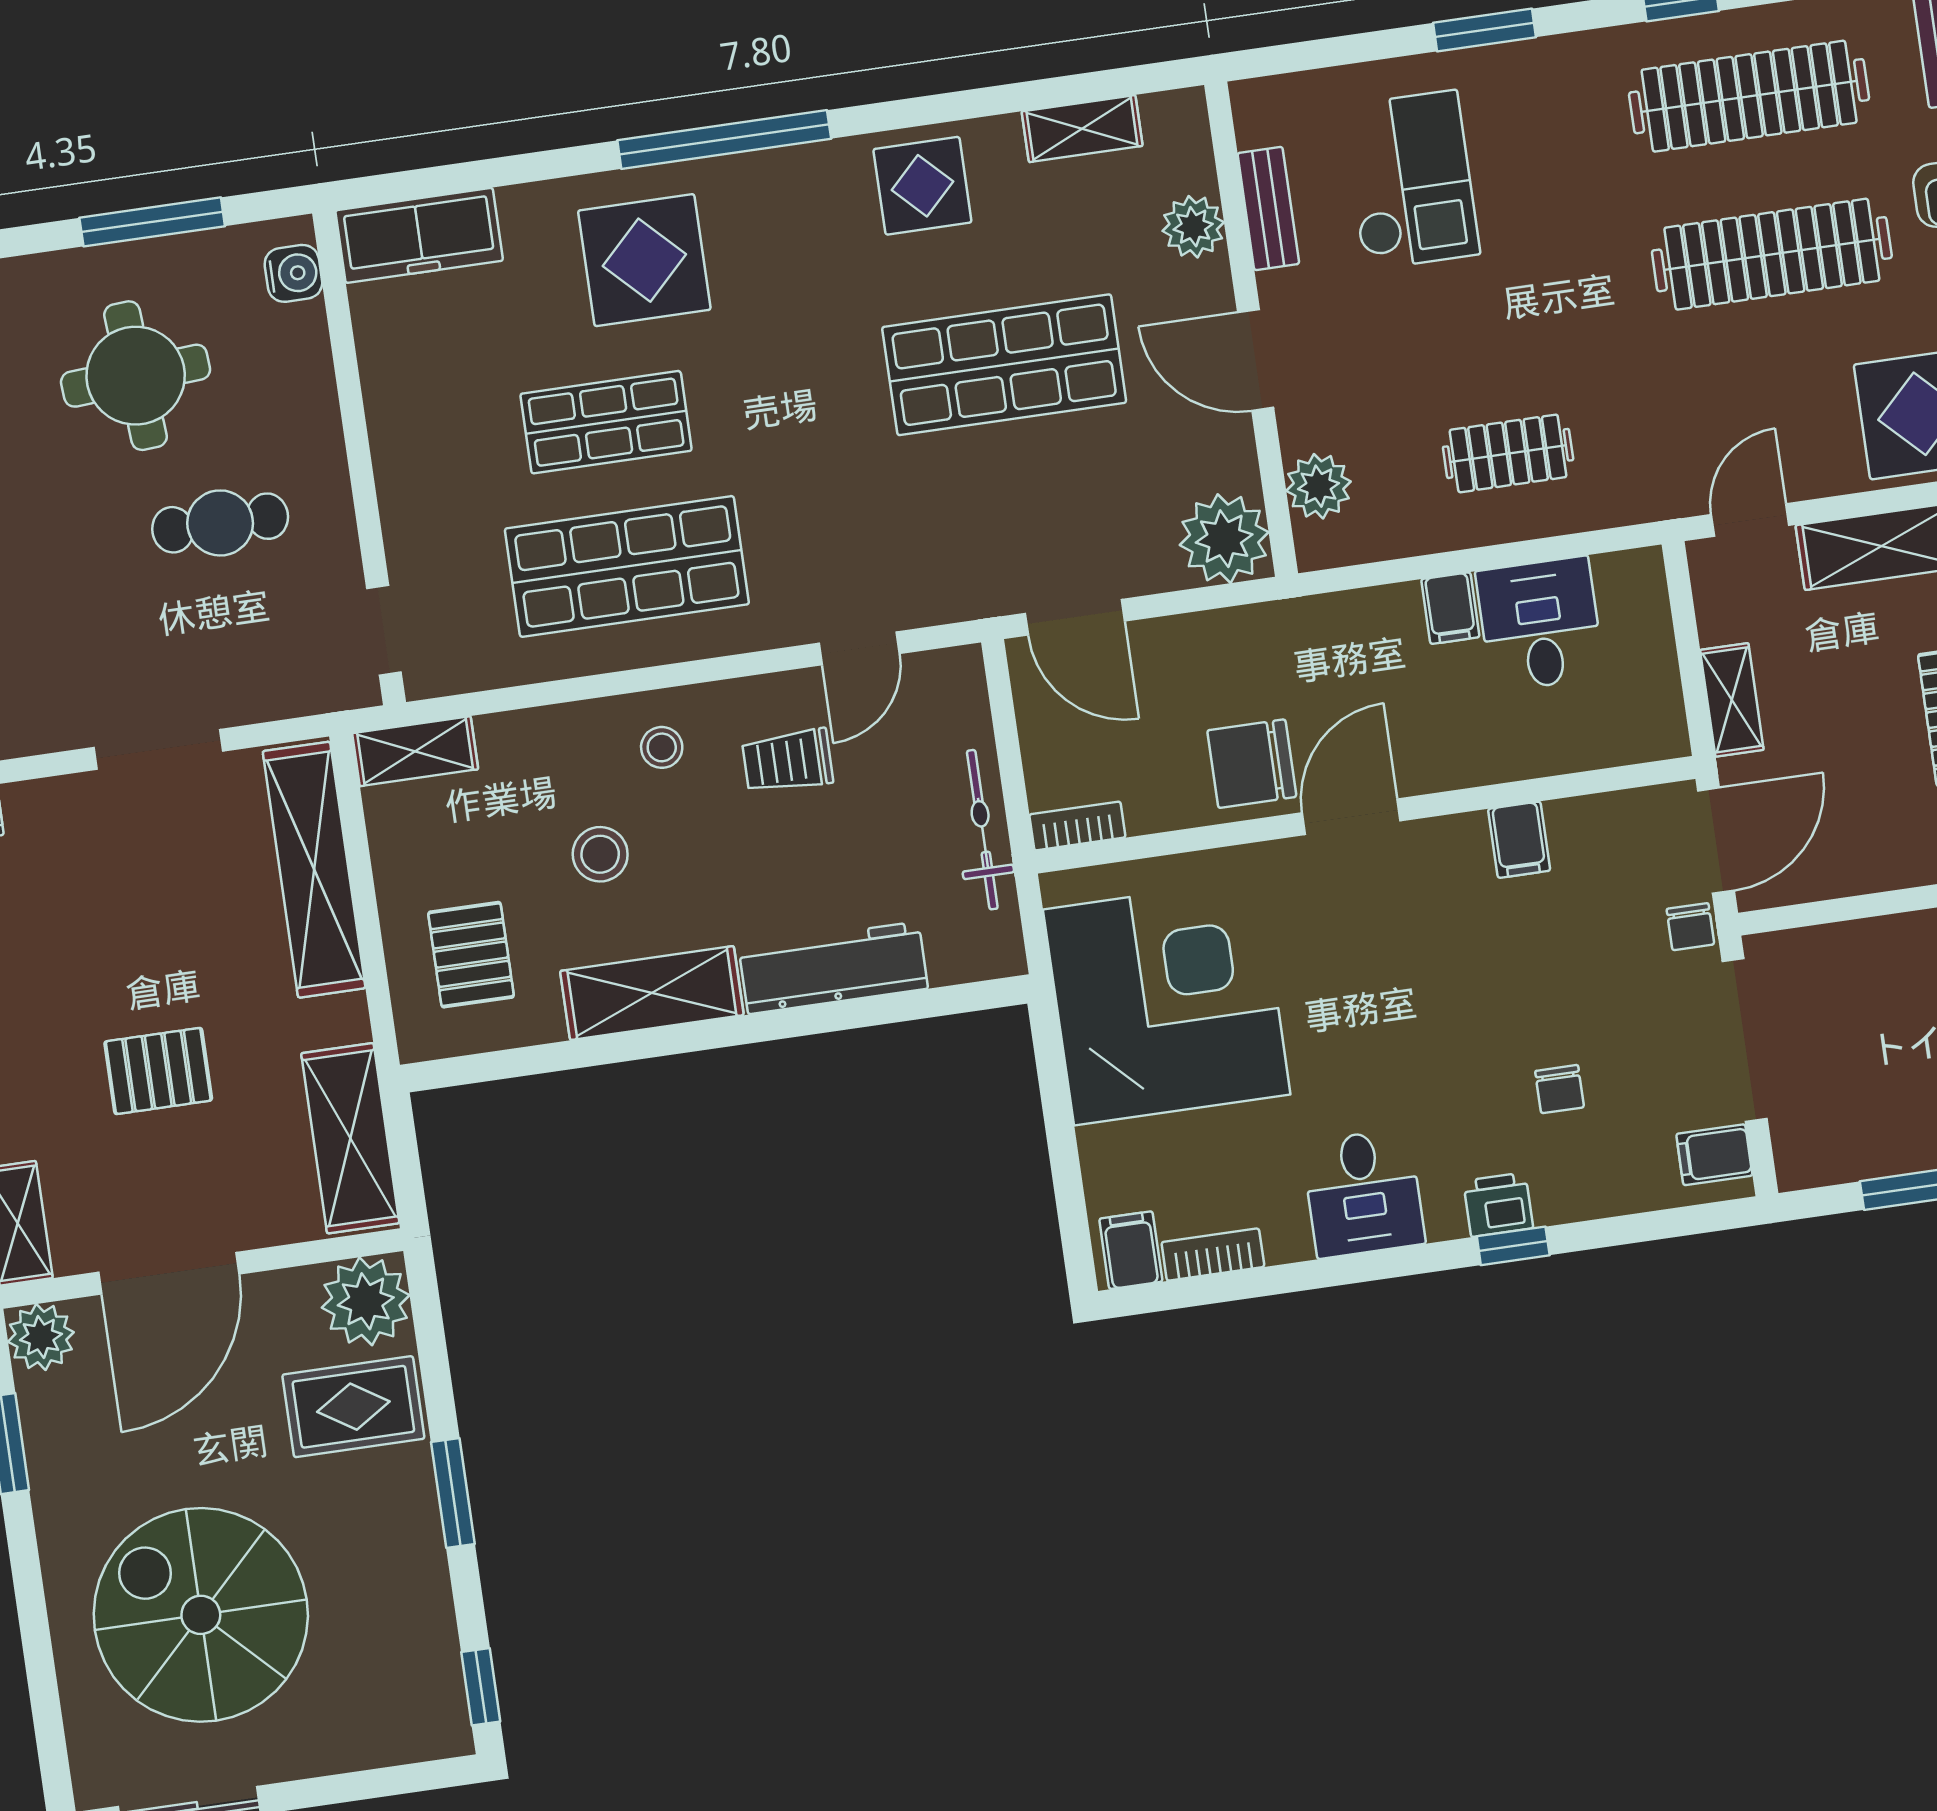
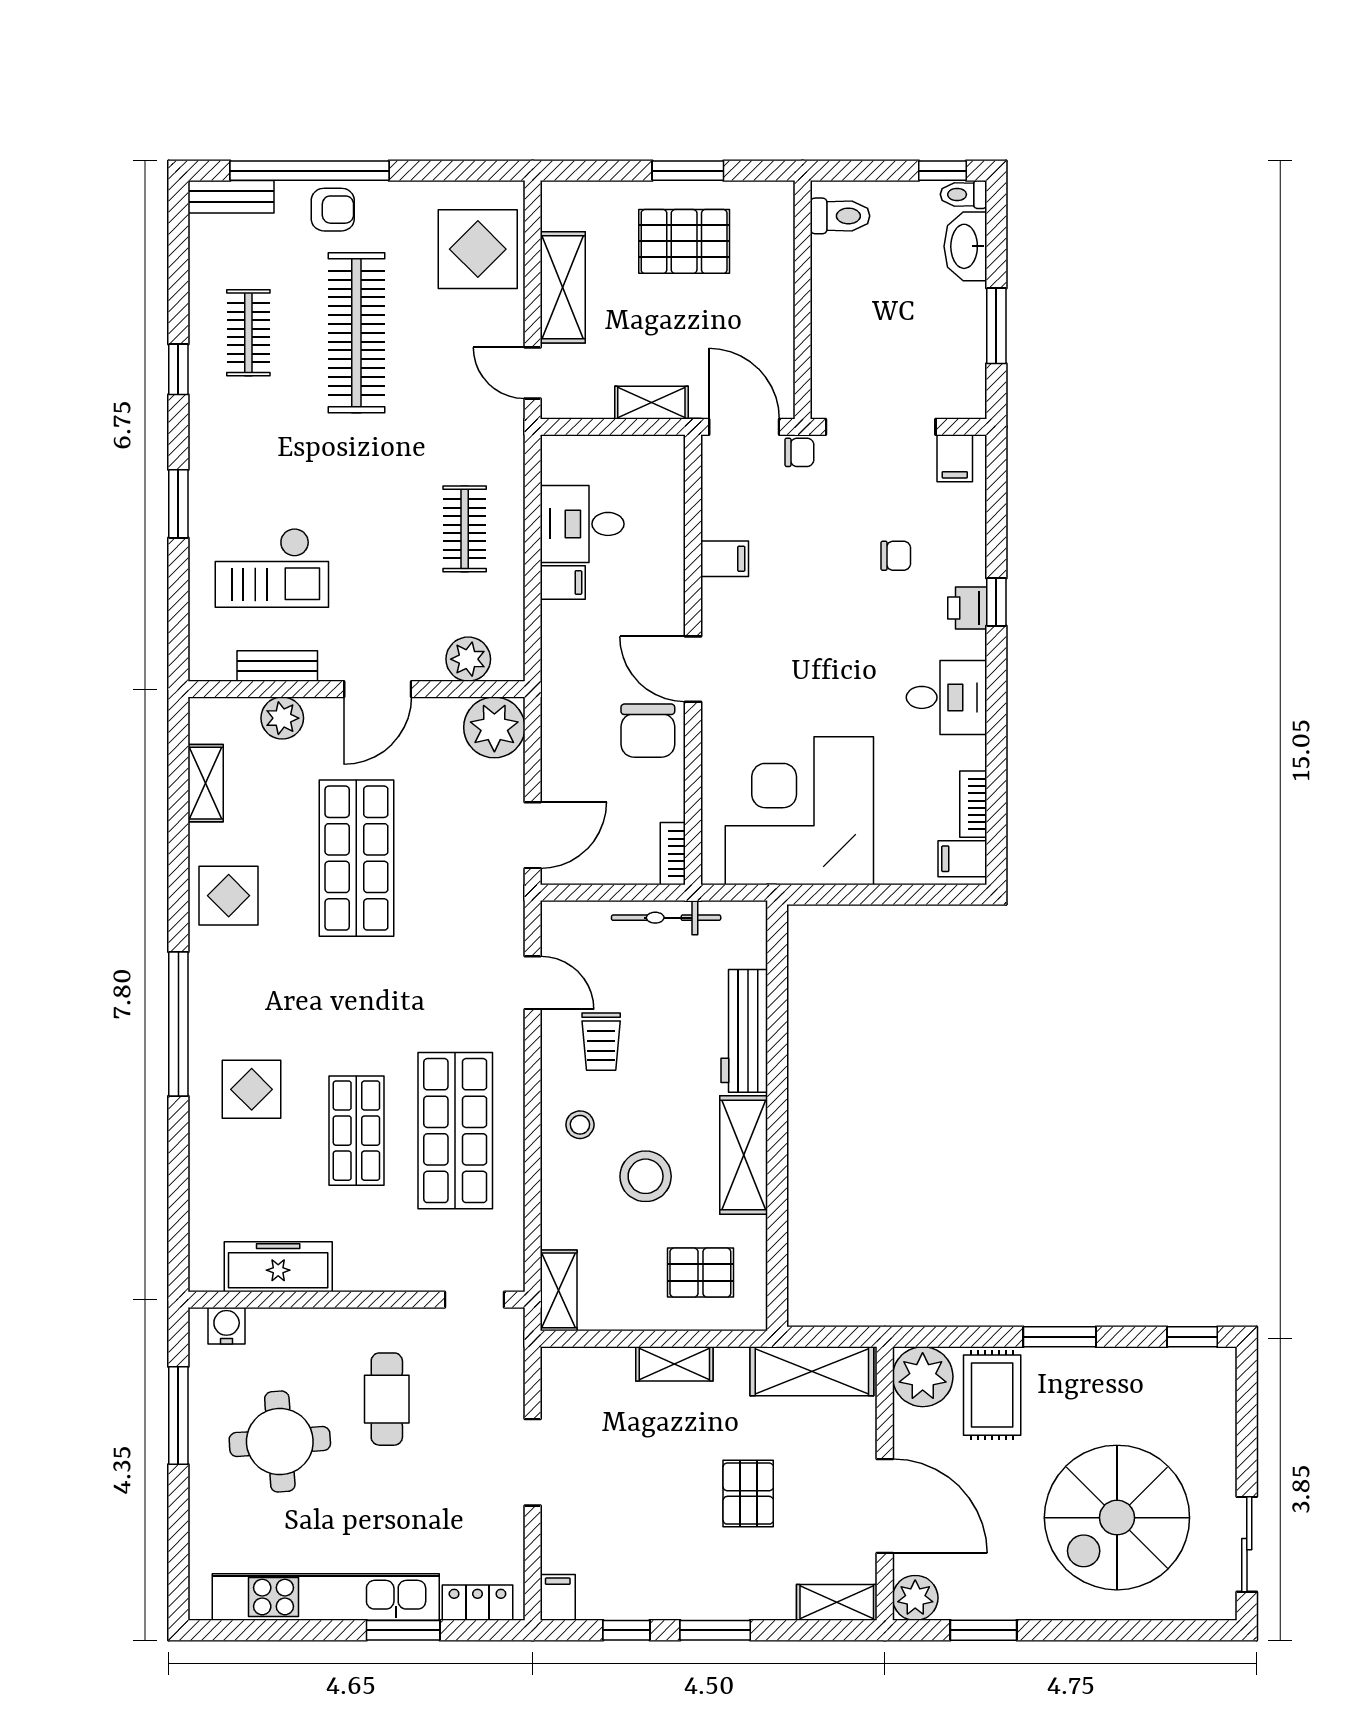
clothes rail: (1749, 96) -> (248, 333), width x0.54, depth x0.76
checkout: (1411, 180) -> (272, 568), turned 180
freezer: (419, 235) -> (278, 1267), moved, turned -90
display table: (644, 260) -> (252, 1089), width x0.73, depth x0.73
stool: (600, 854) -> (646, 1176), width x1.38, depth x1.38
shelving: (314, 870) -> (674, 1364), width x0.45, depth x0.75

